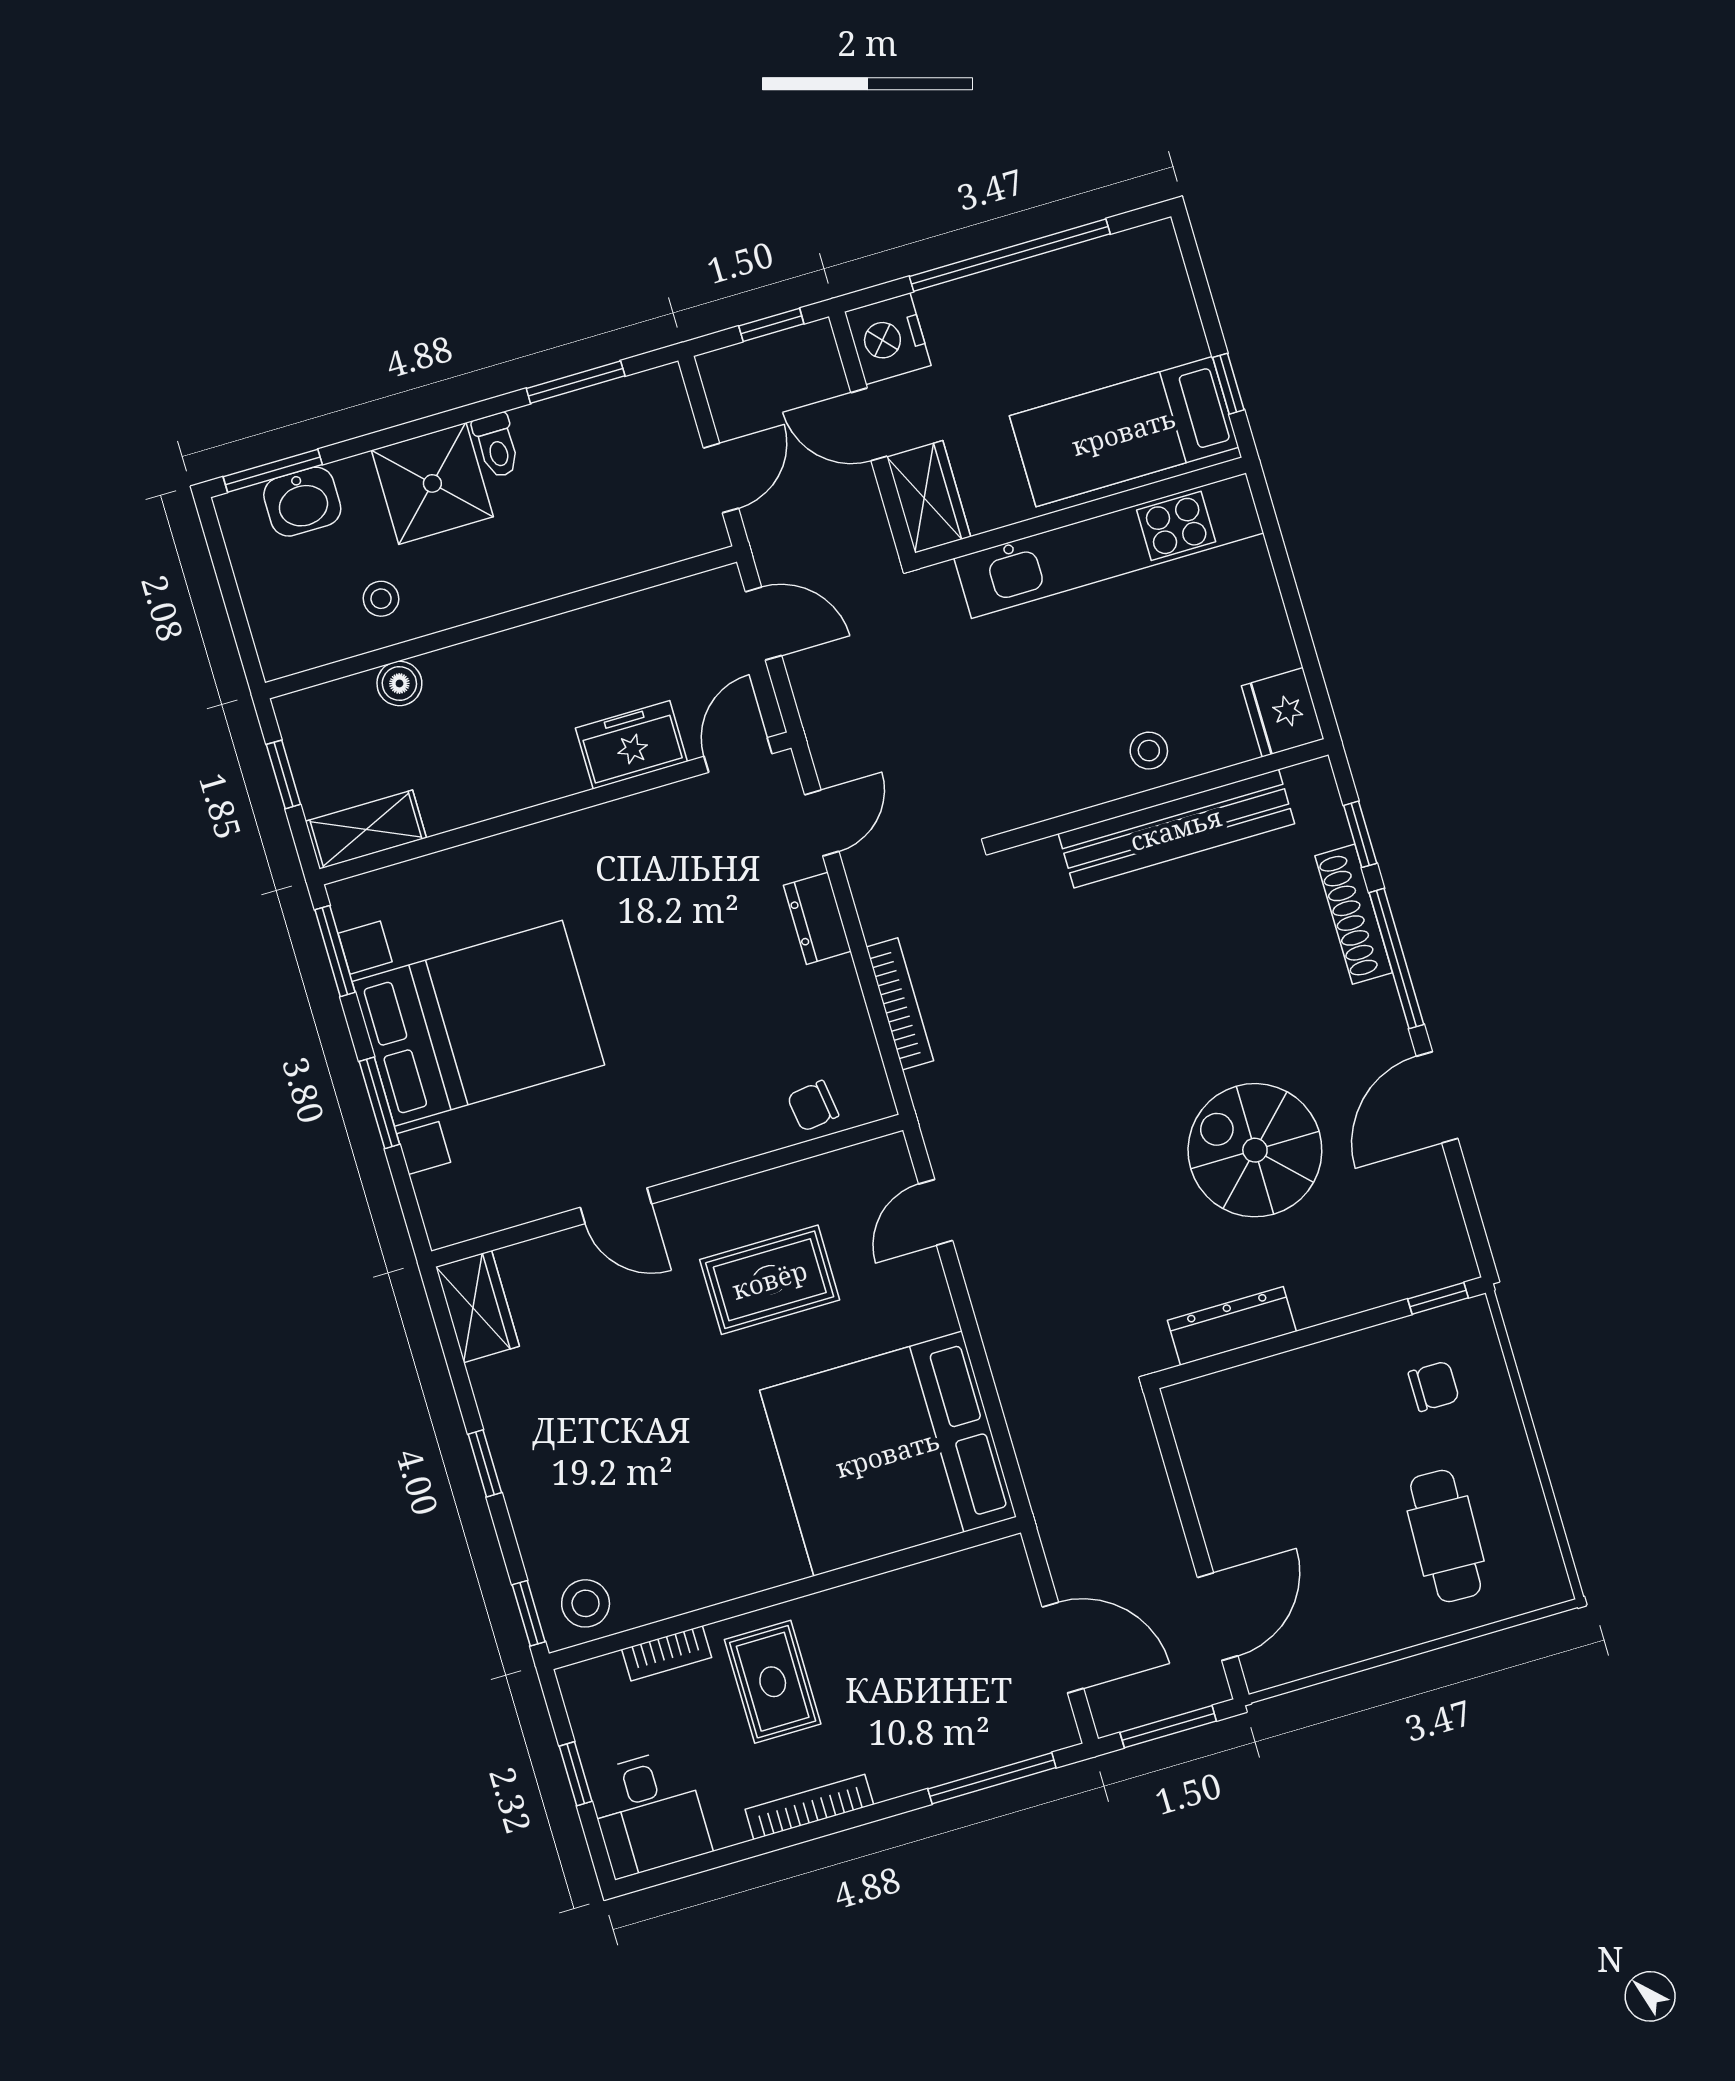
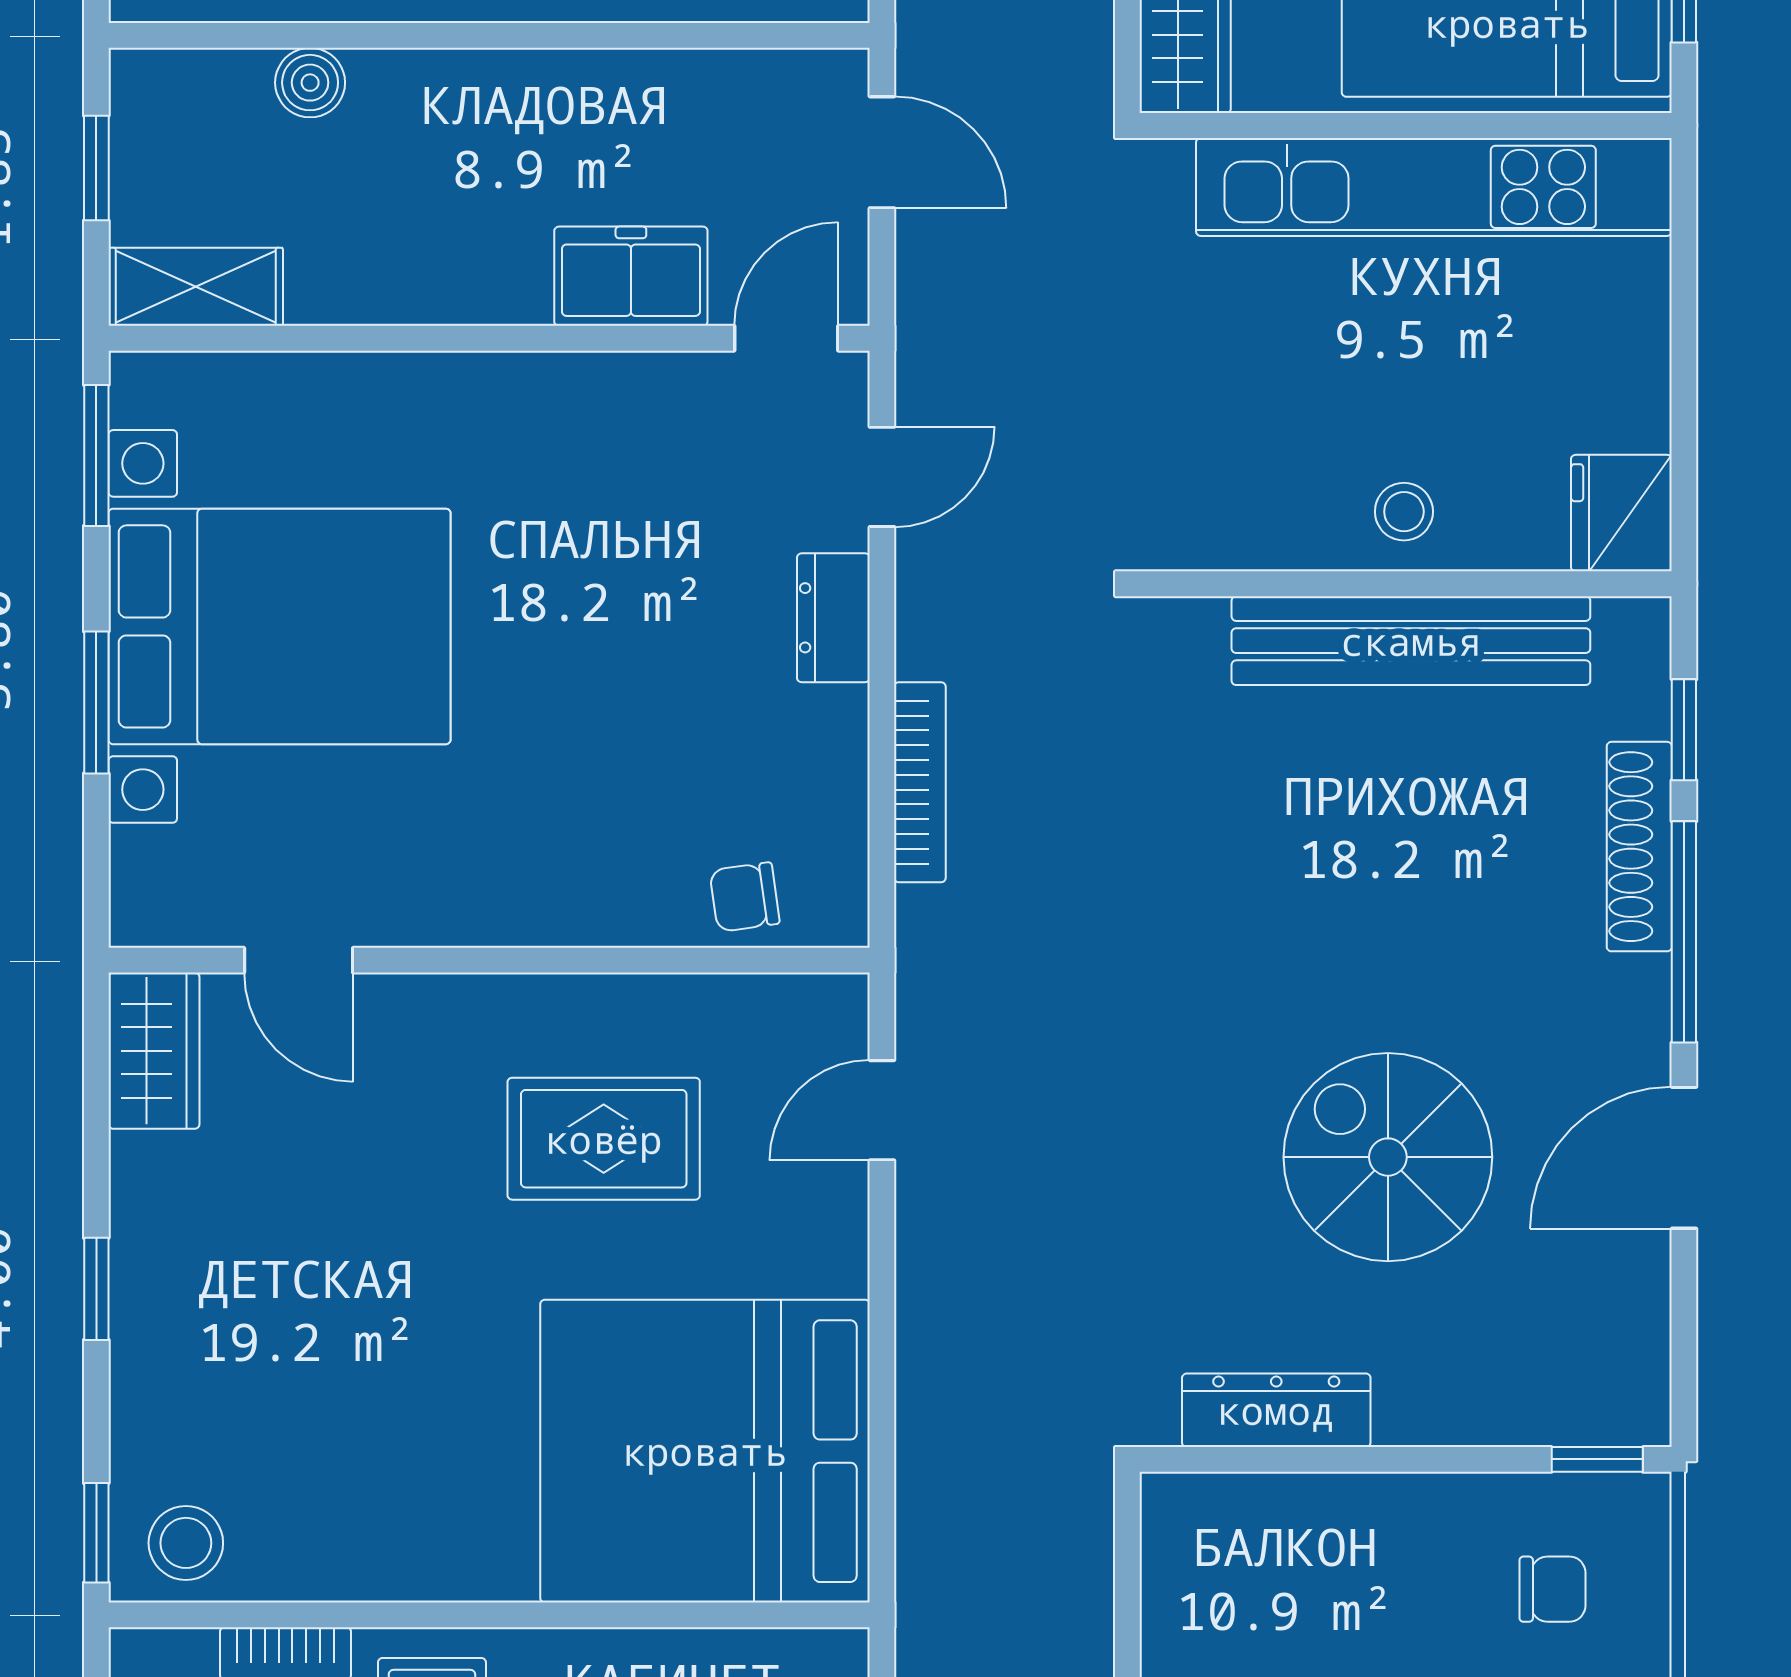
door: (616, 1206) -> (299, 960), moved

